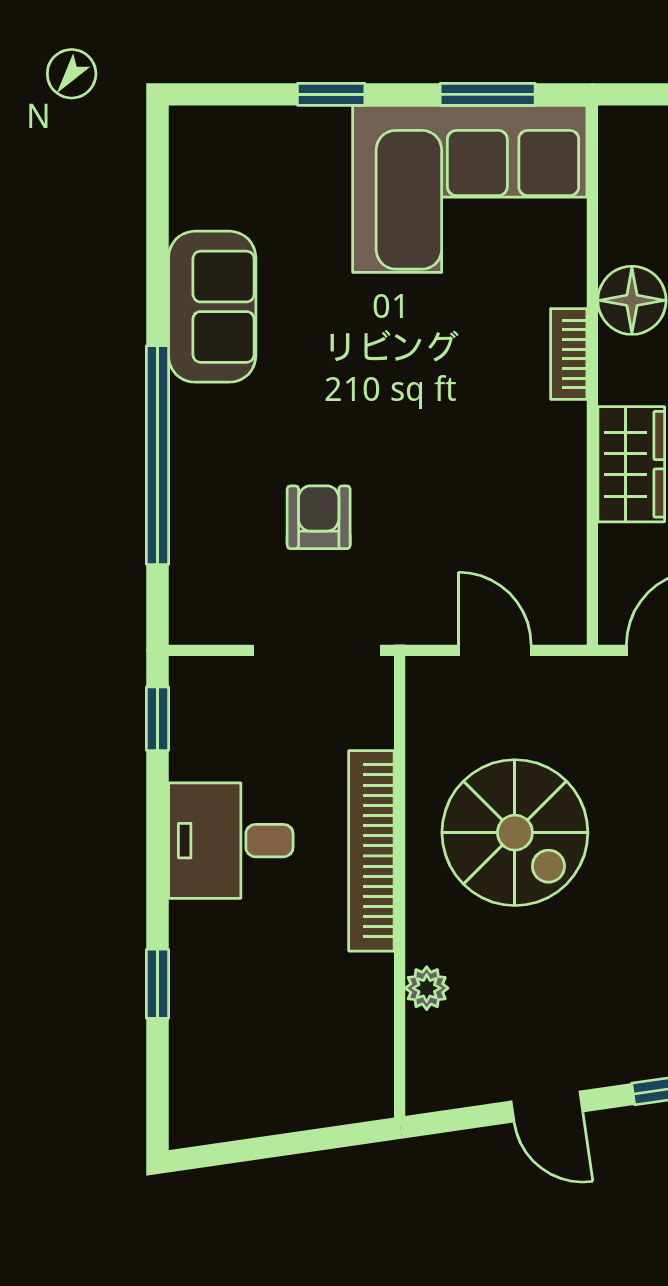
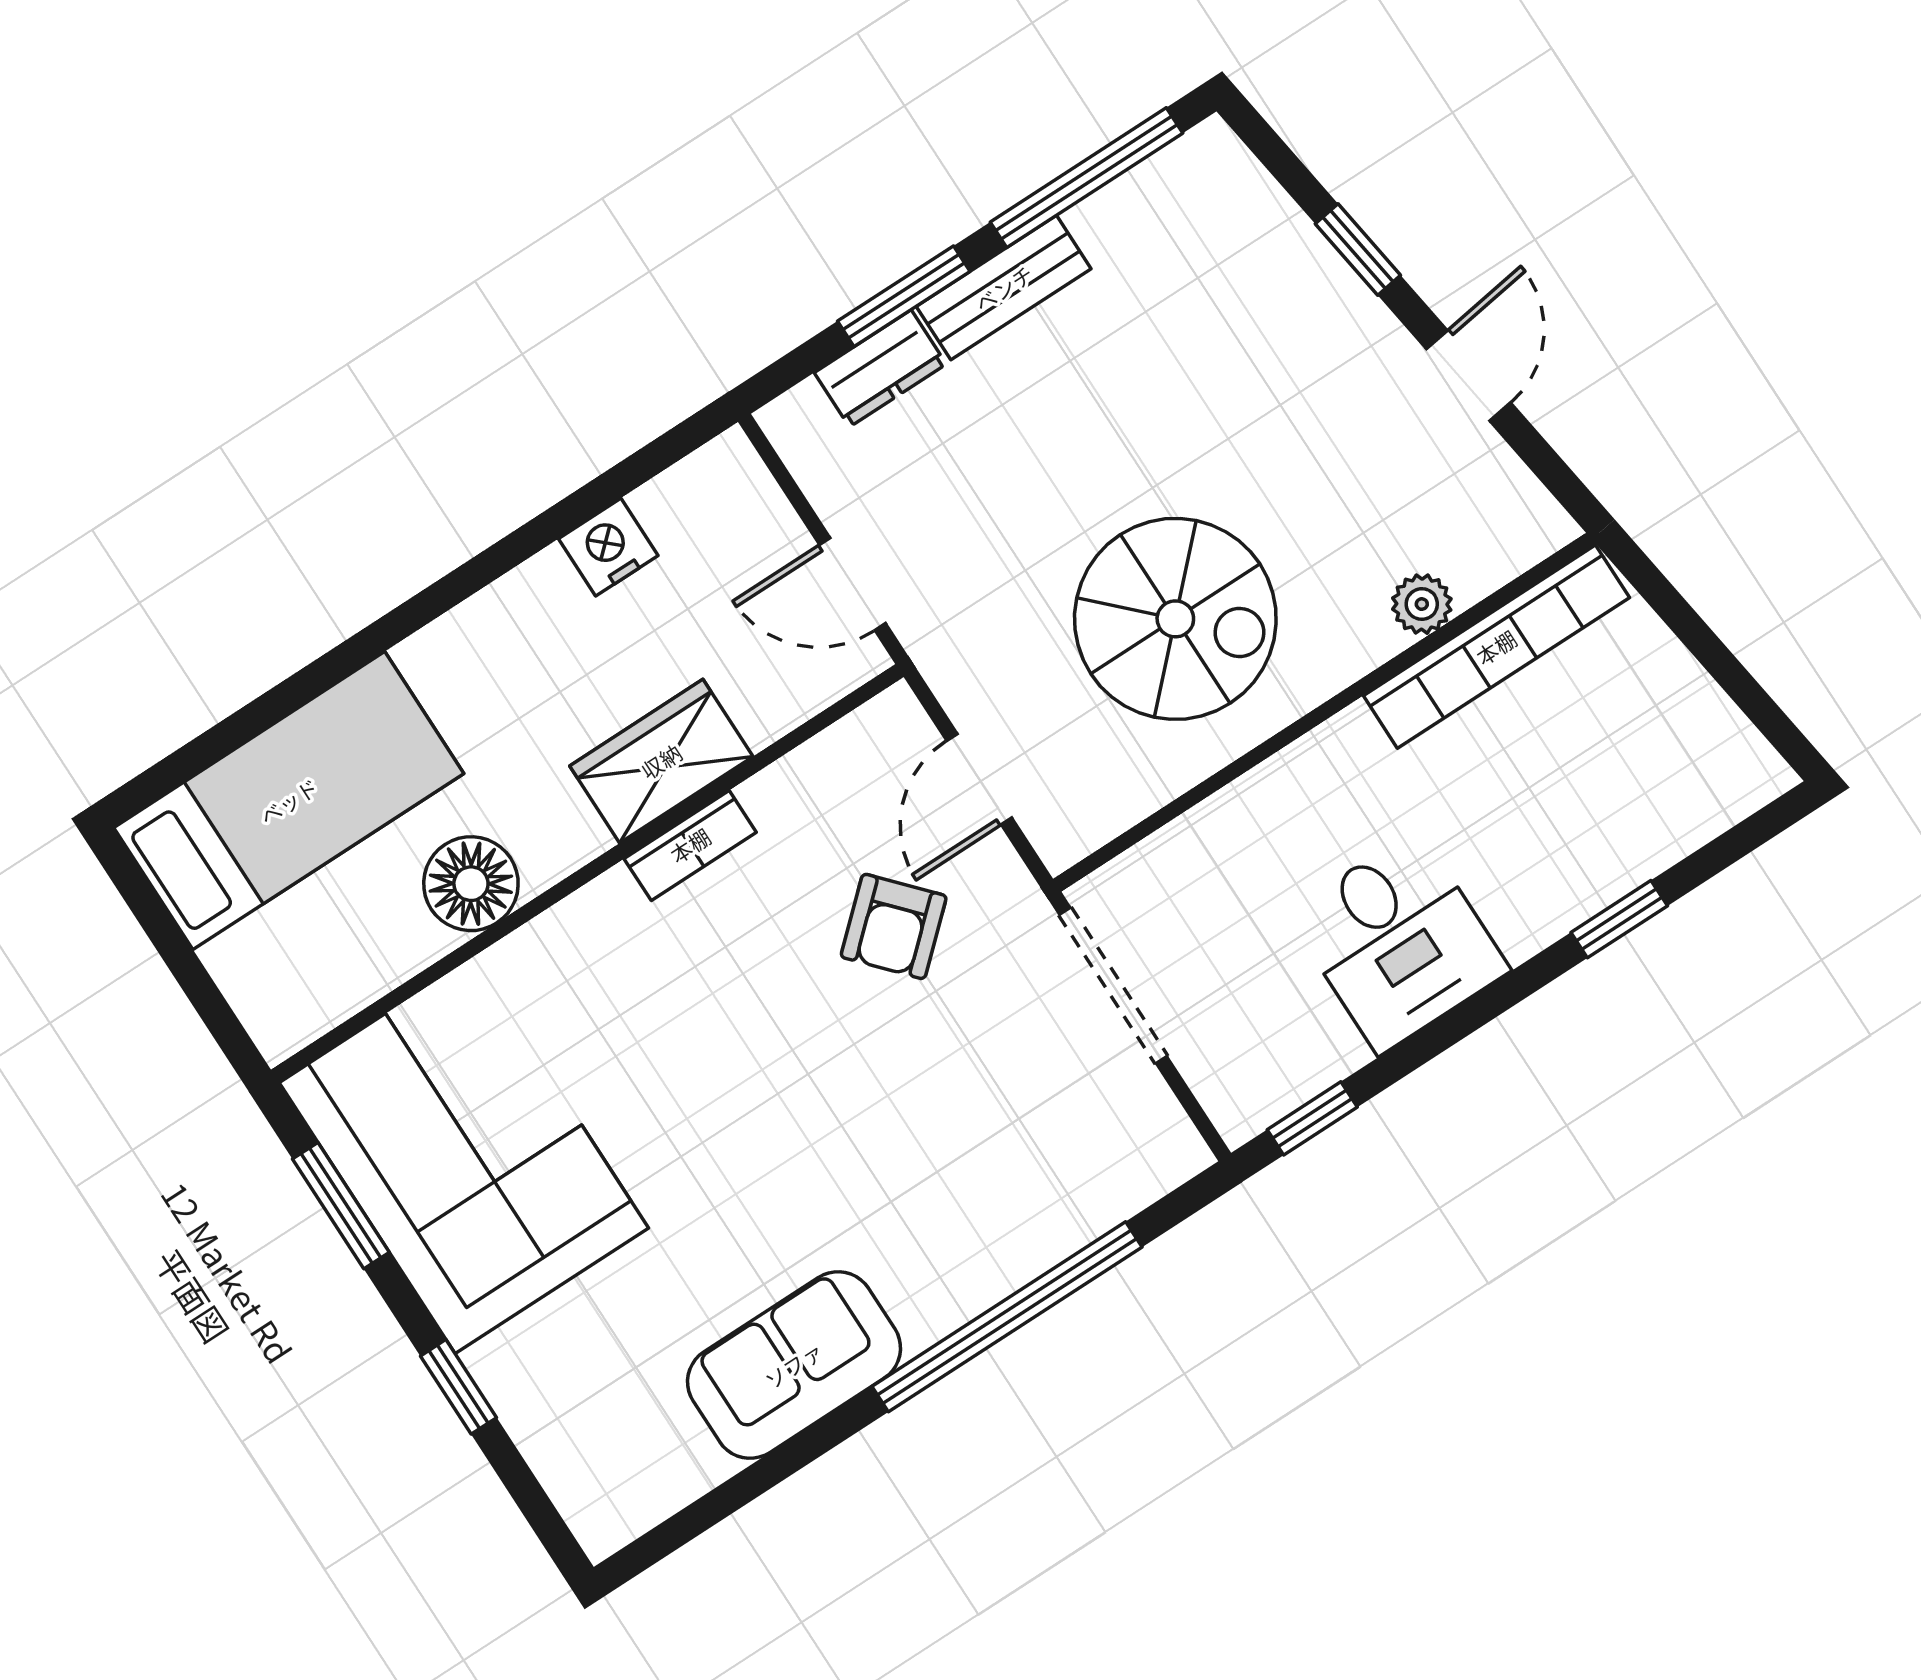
bookcase: (569, 354) -> (690, 845), moved
armchair: (319, 517) -> (894, 926), moved, turned -42
spiral stairs: (515, 833) -> (1175, 619), turned 90
bookcase: (371, 851) -> (1496, 647), moved

